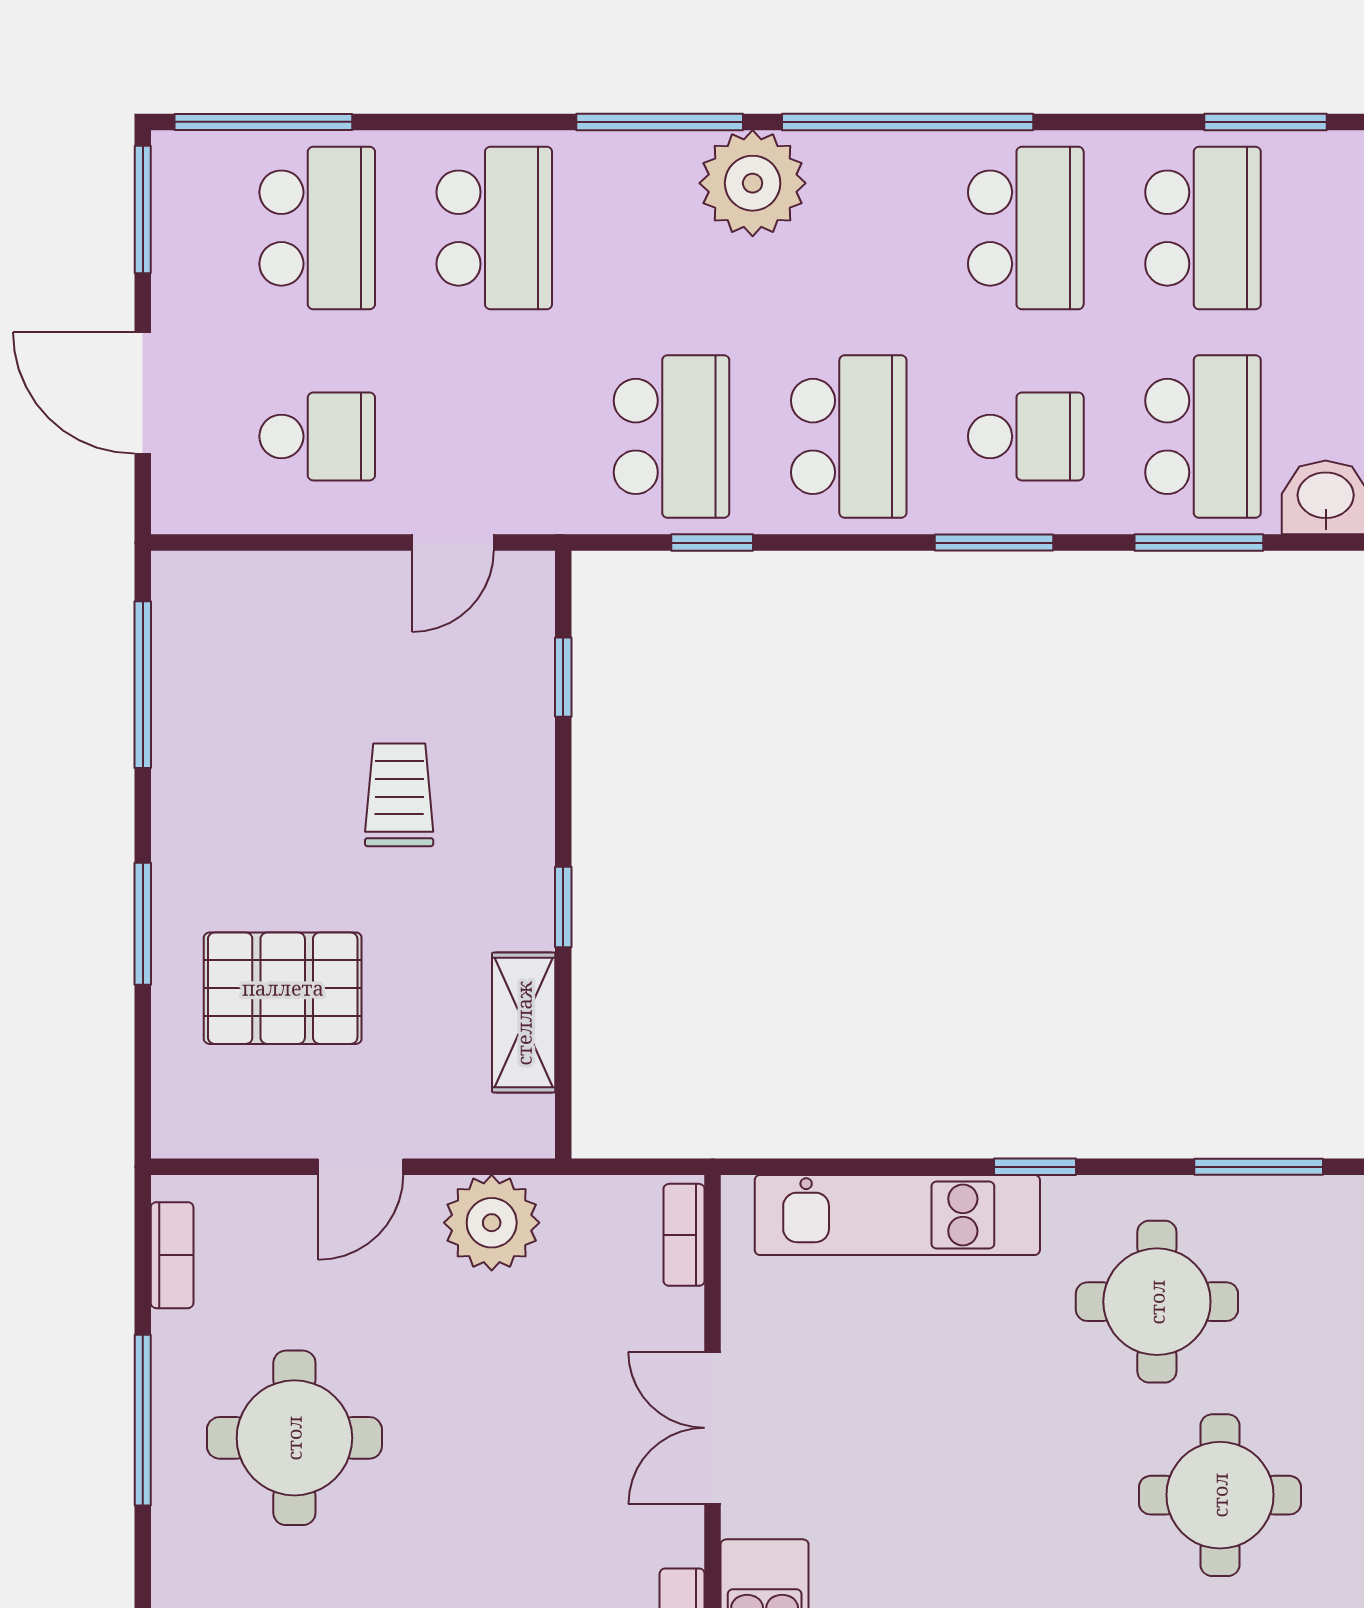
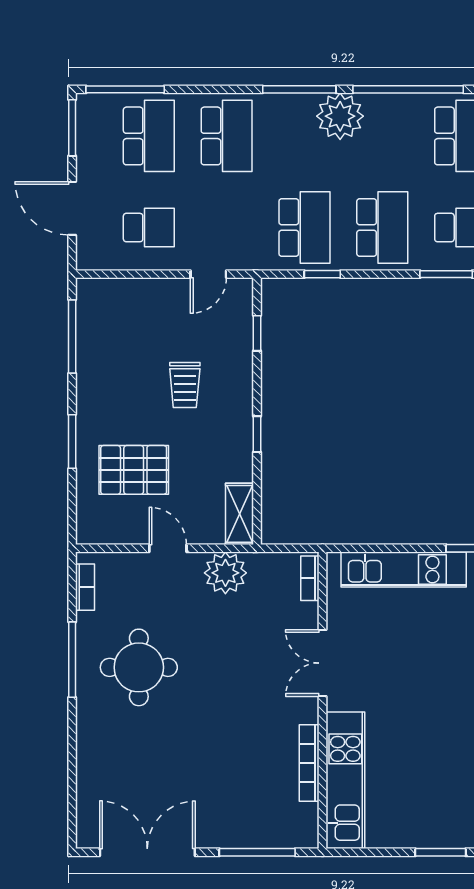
trolley: (399, 795) -> (185, 385), turned 180
shelving: (524, 1023) -> (240, 514), moved
door: (361, 1167) -> (168, 548), swing flipped

